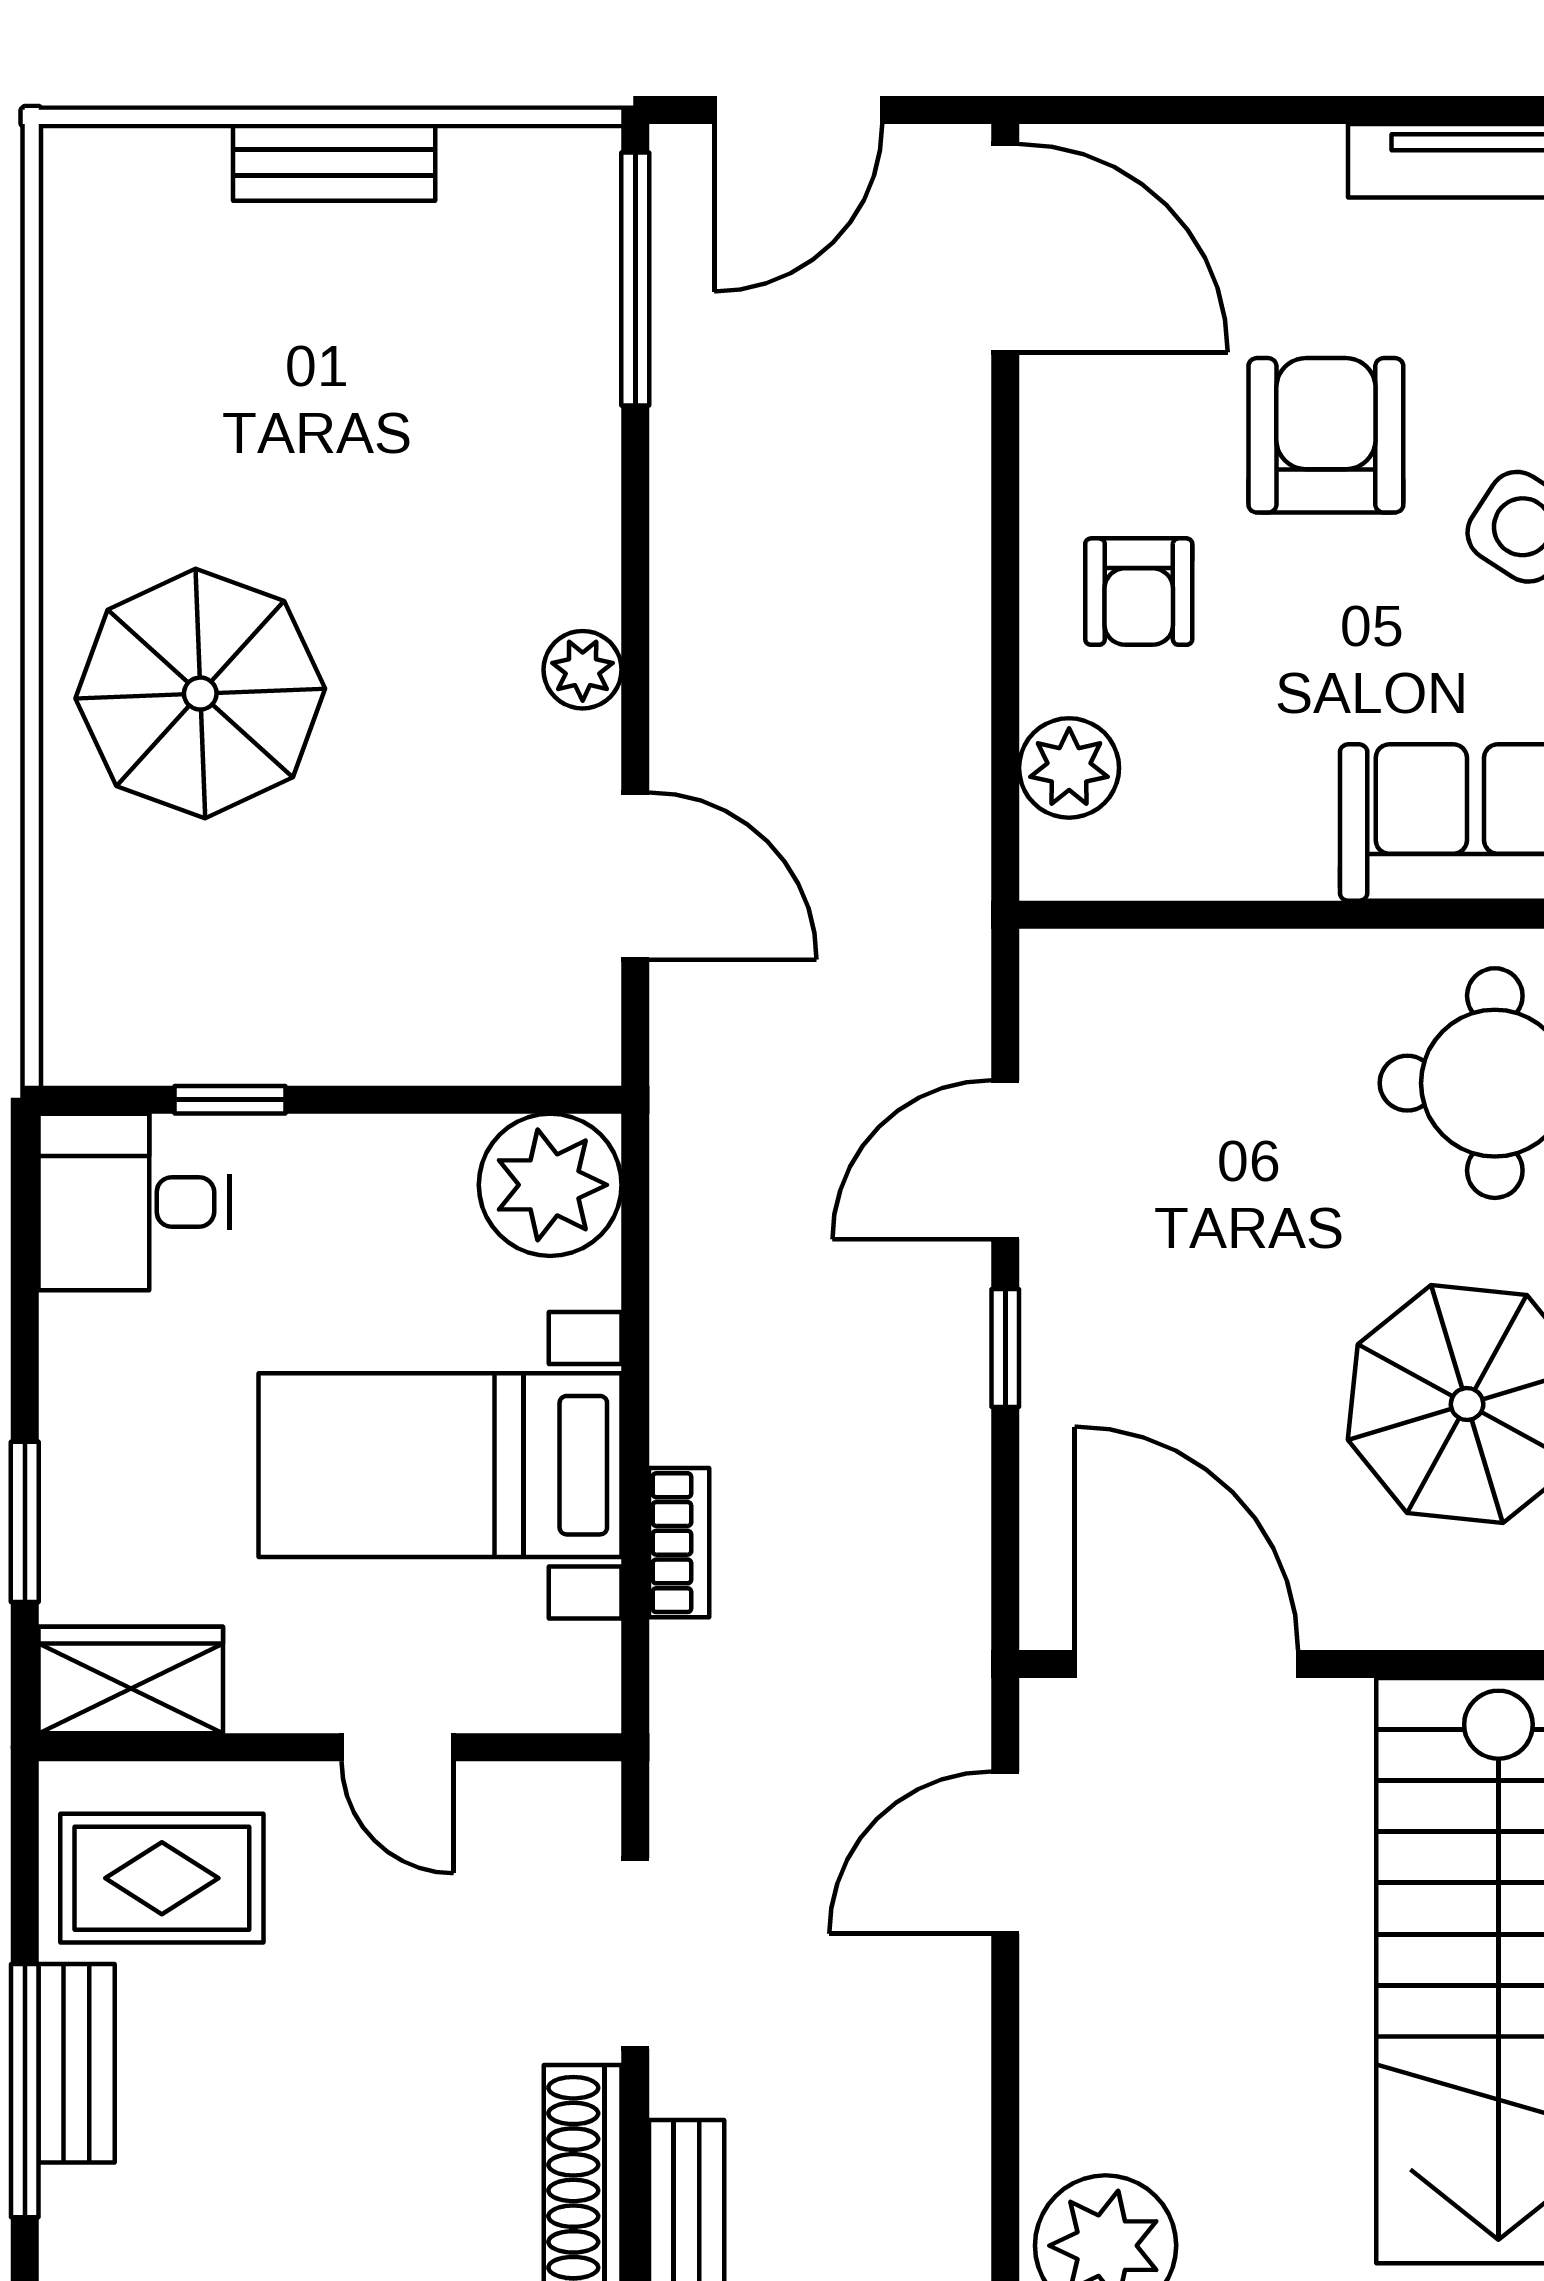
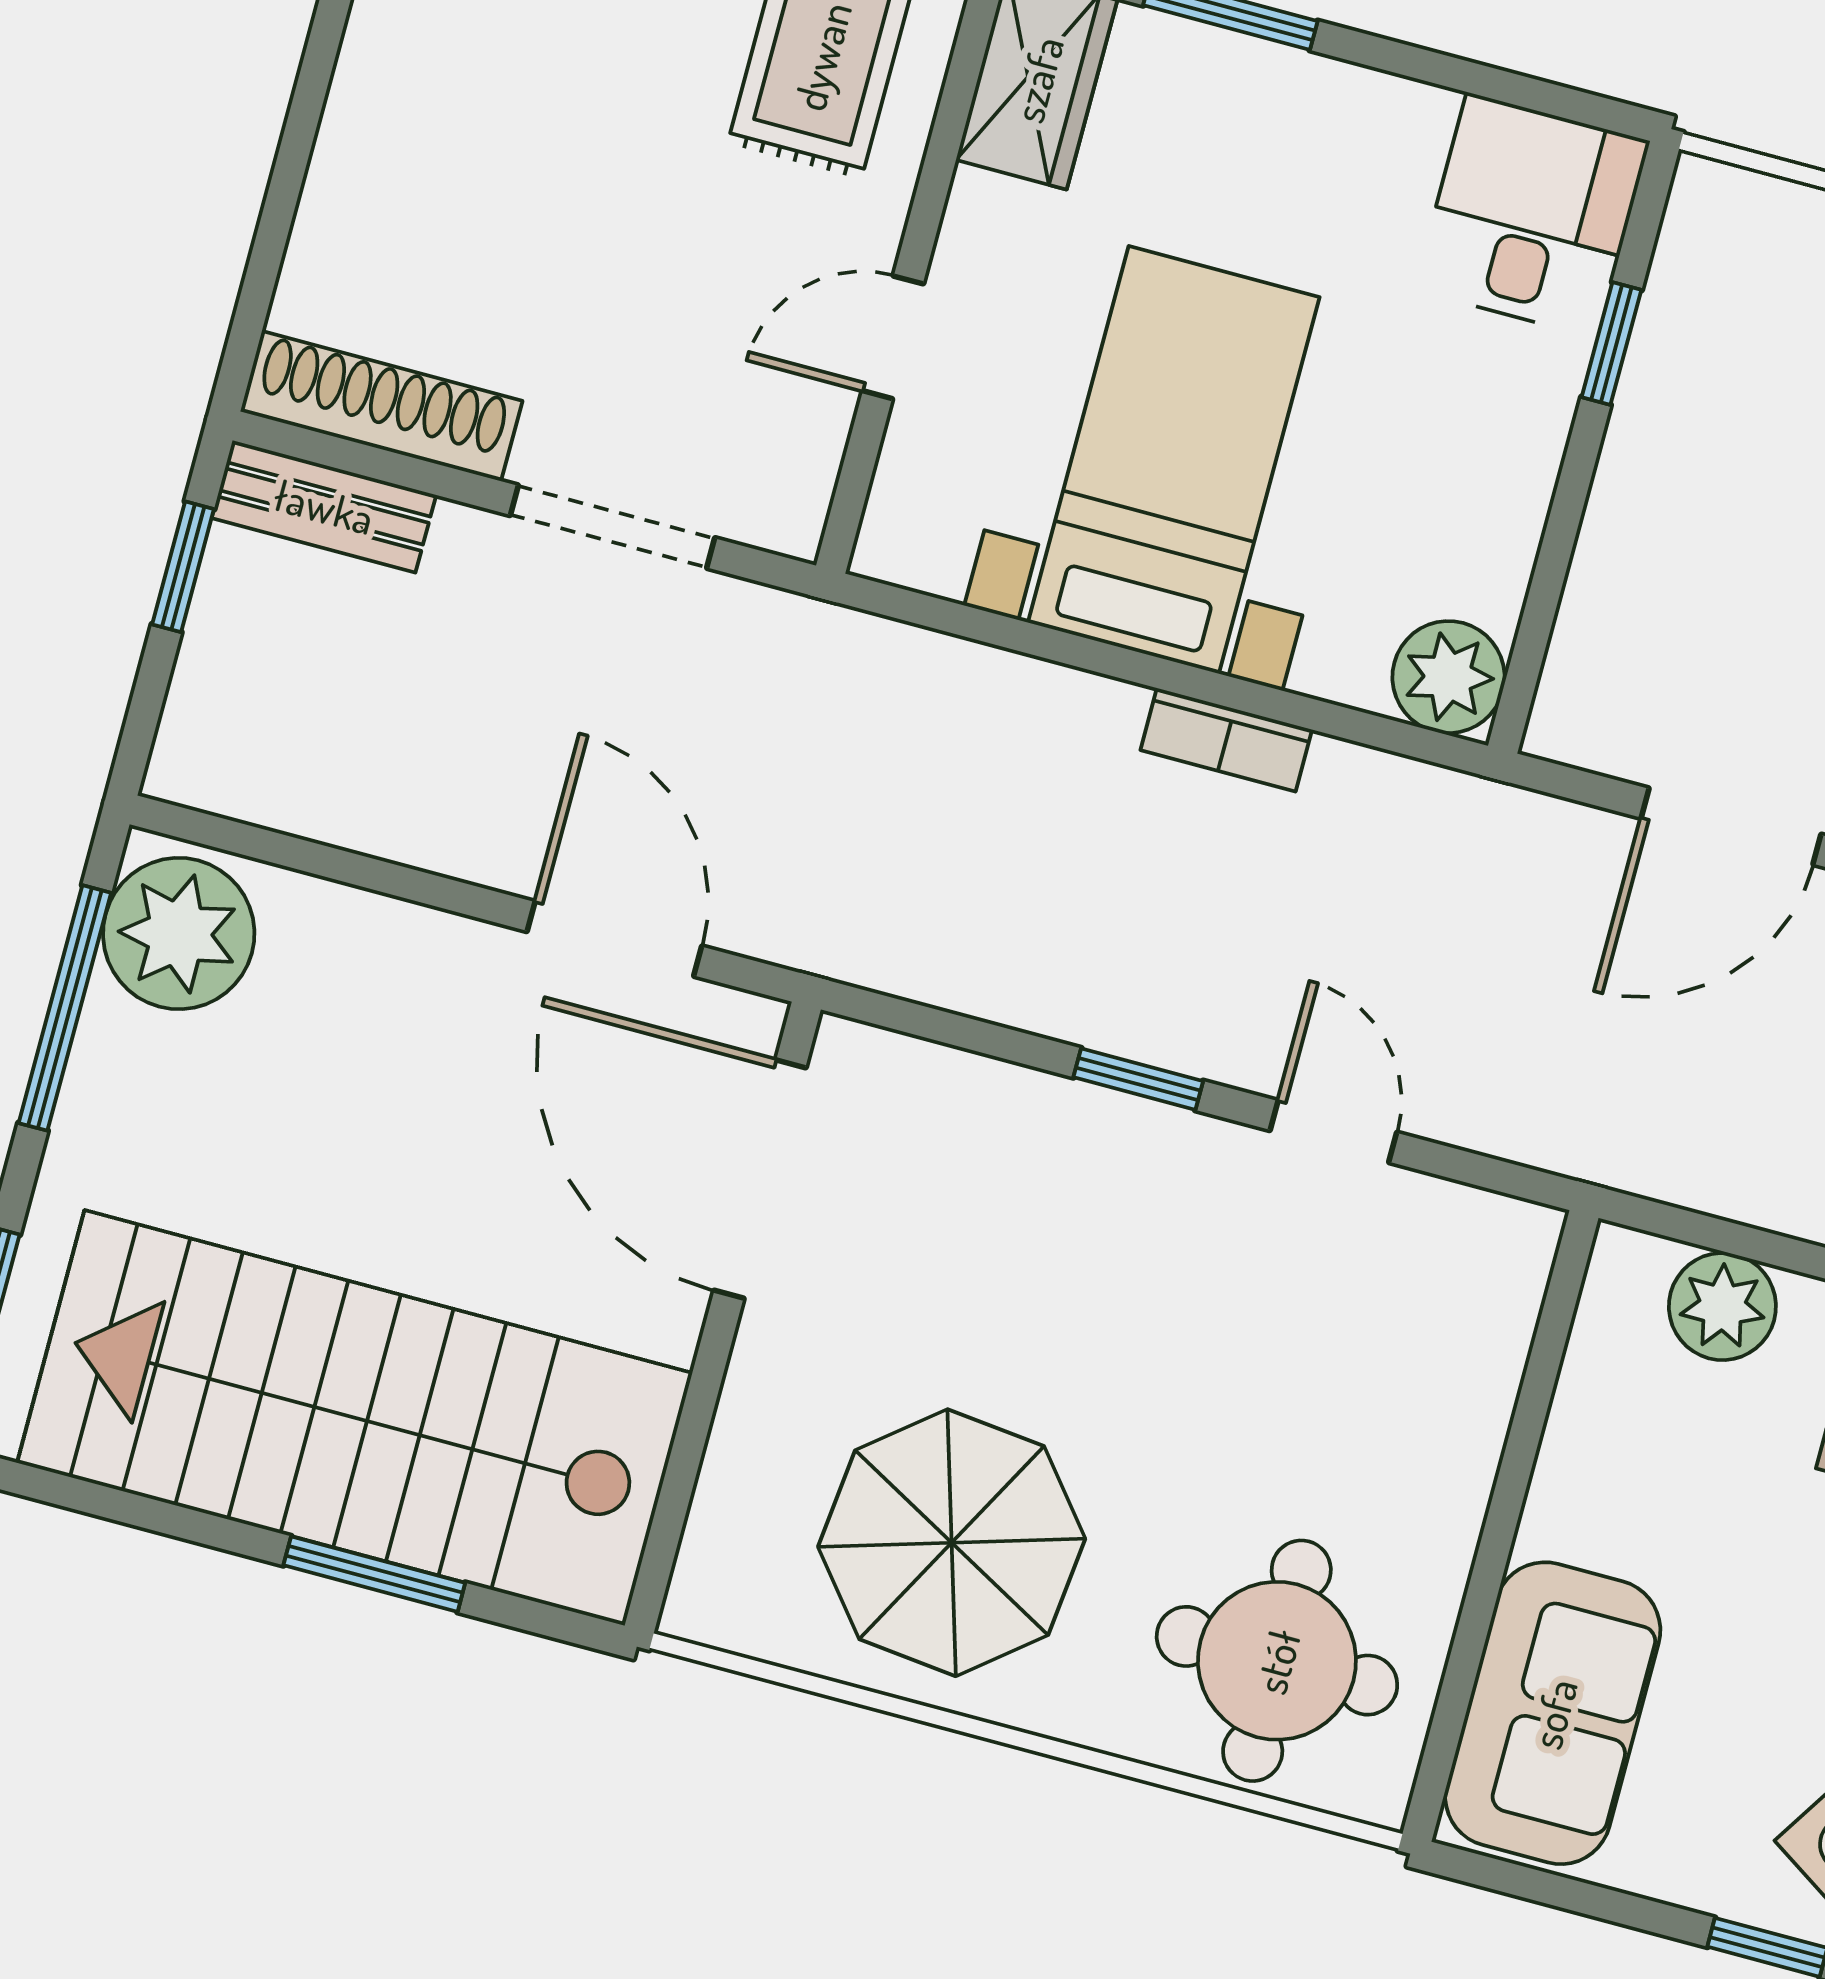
door: (1005, 1160) -> (1333, 1131), width x0.73
plant: (550, 1185) -> (1449, 677), width x0.73, depth x0.73
bookcase: (679, 1543) -> (1226, 740), moved
door: (1186, 1664) -> (760, 1179), swing flipped

